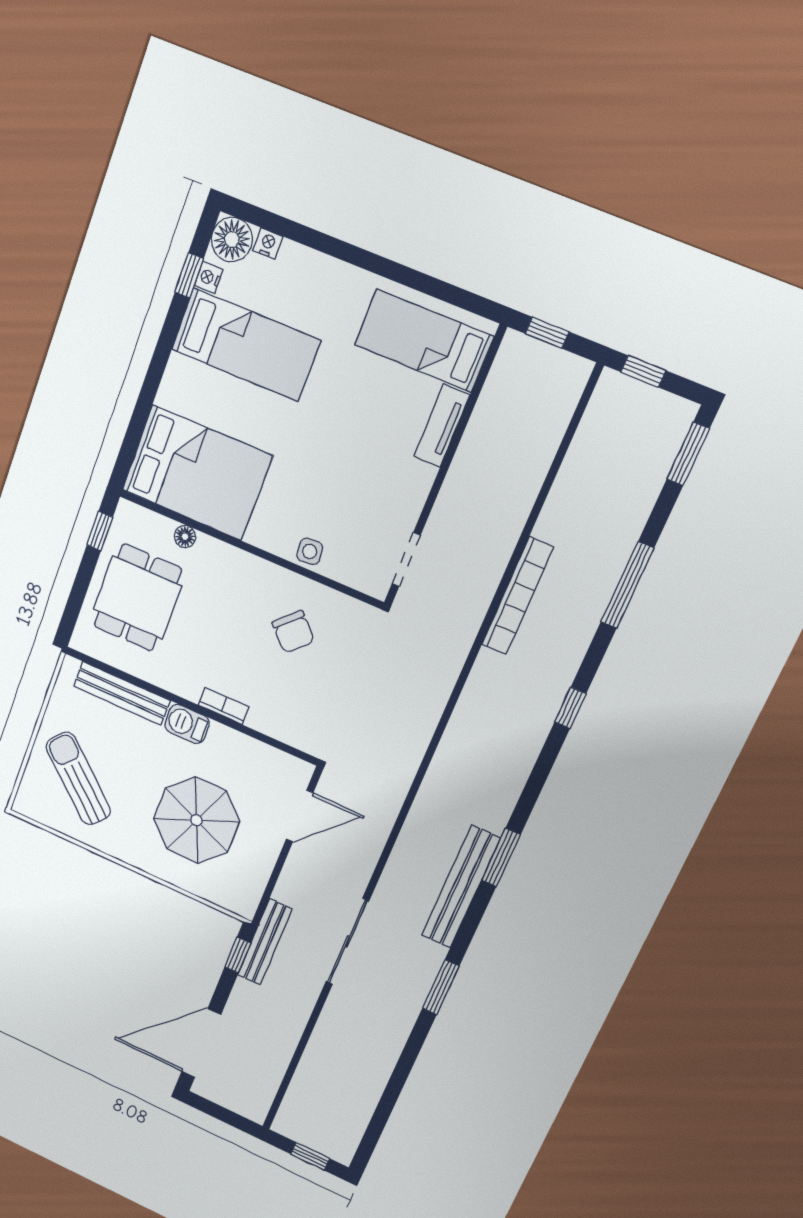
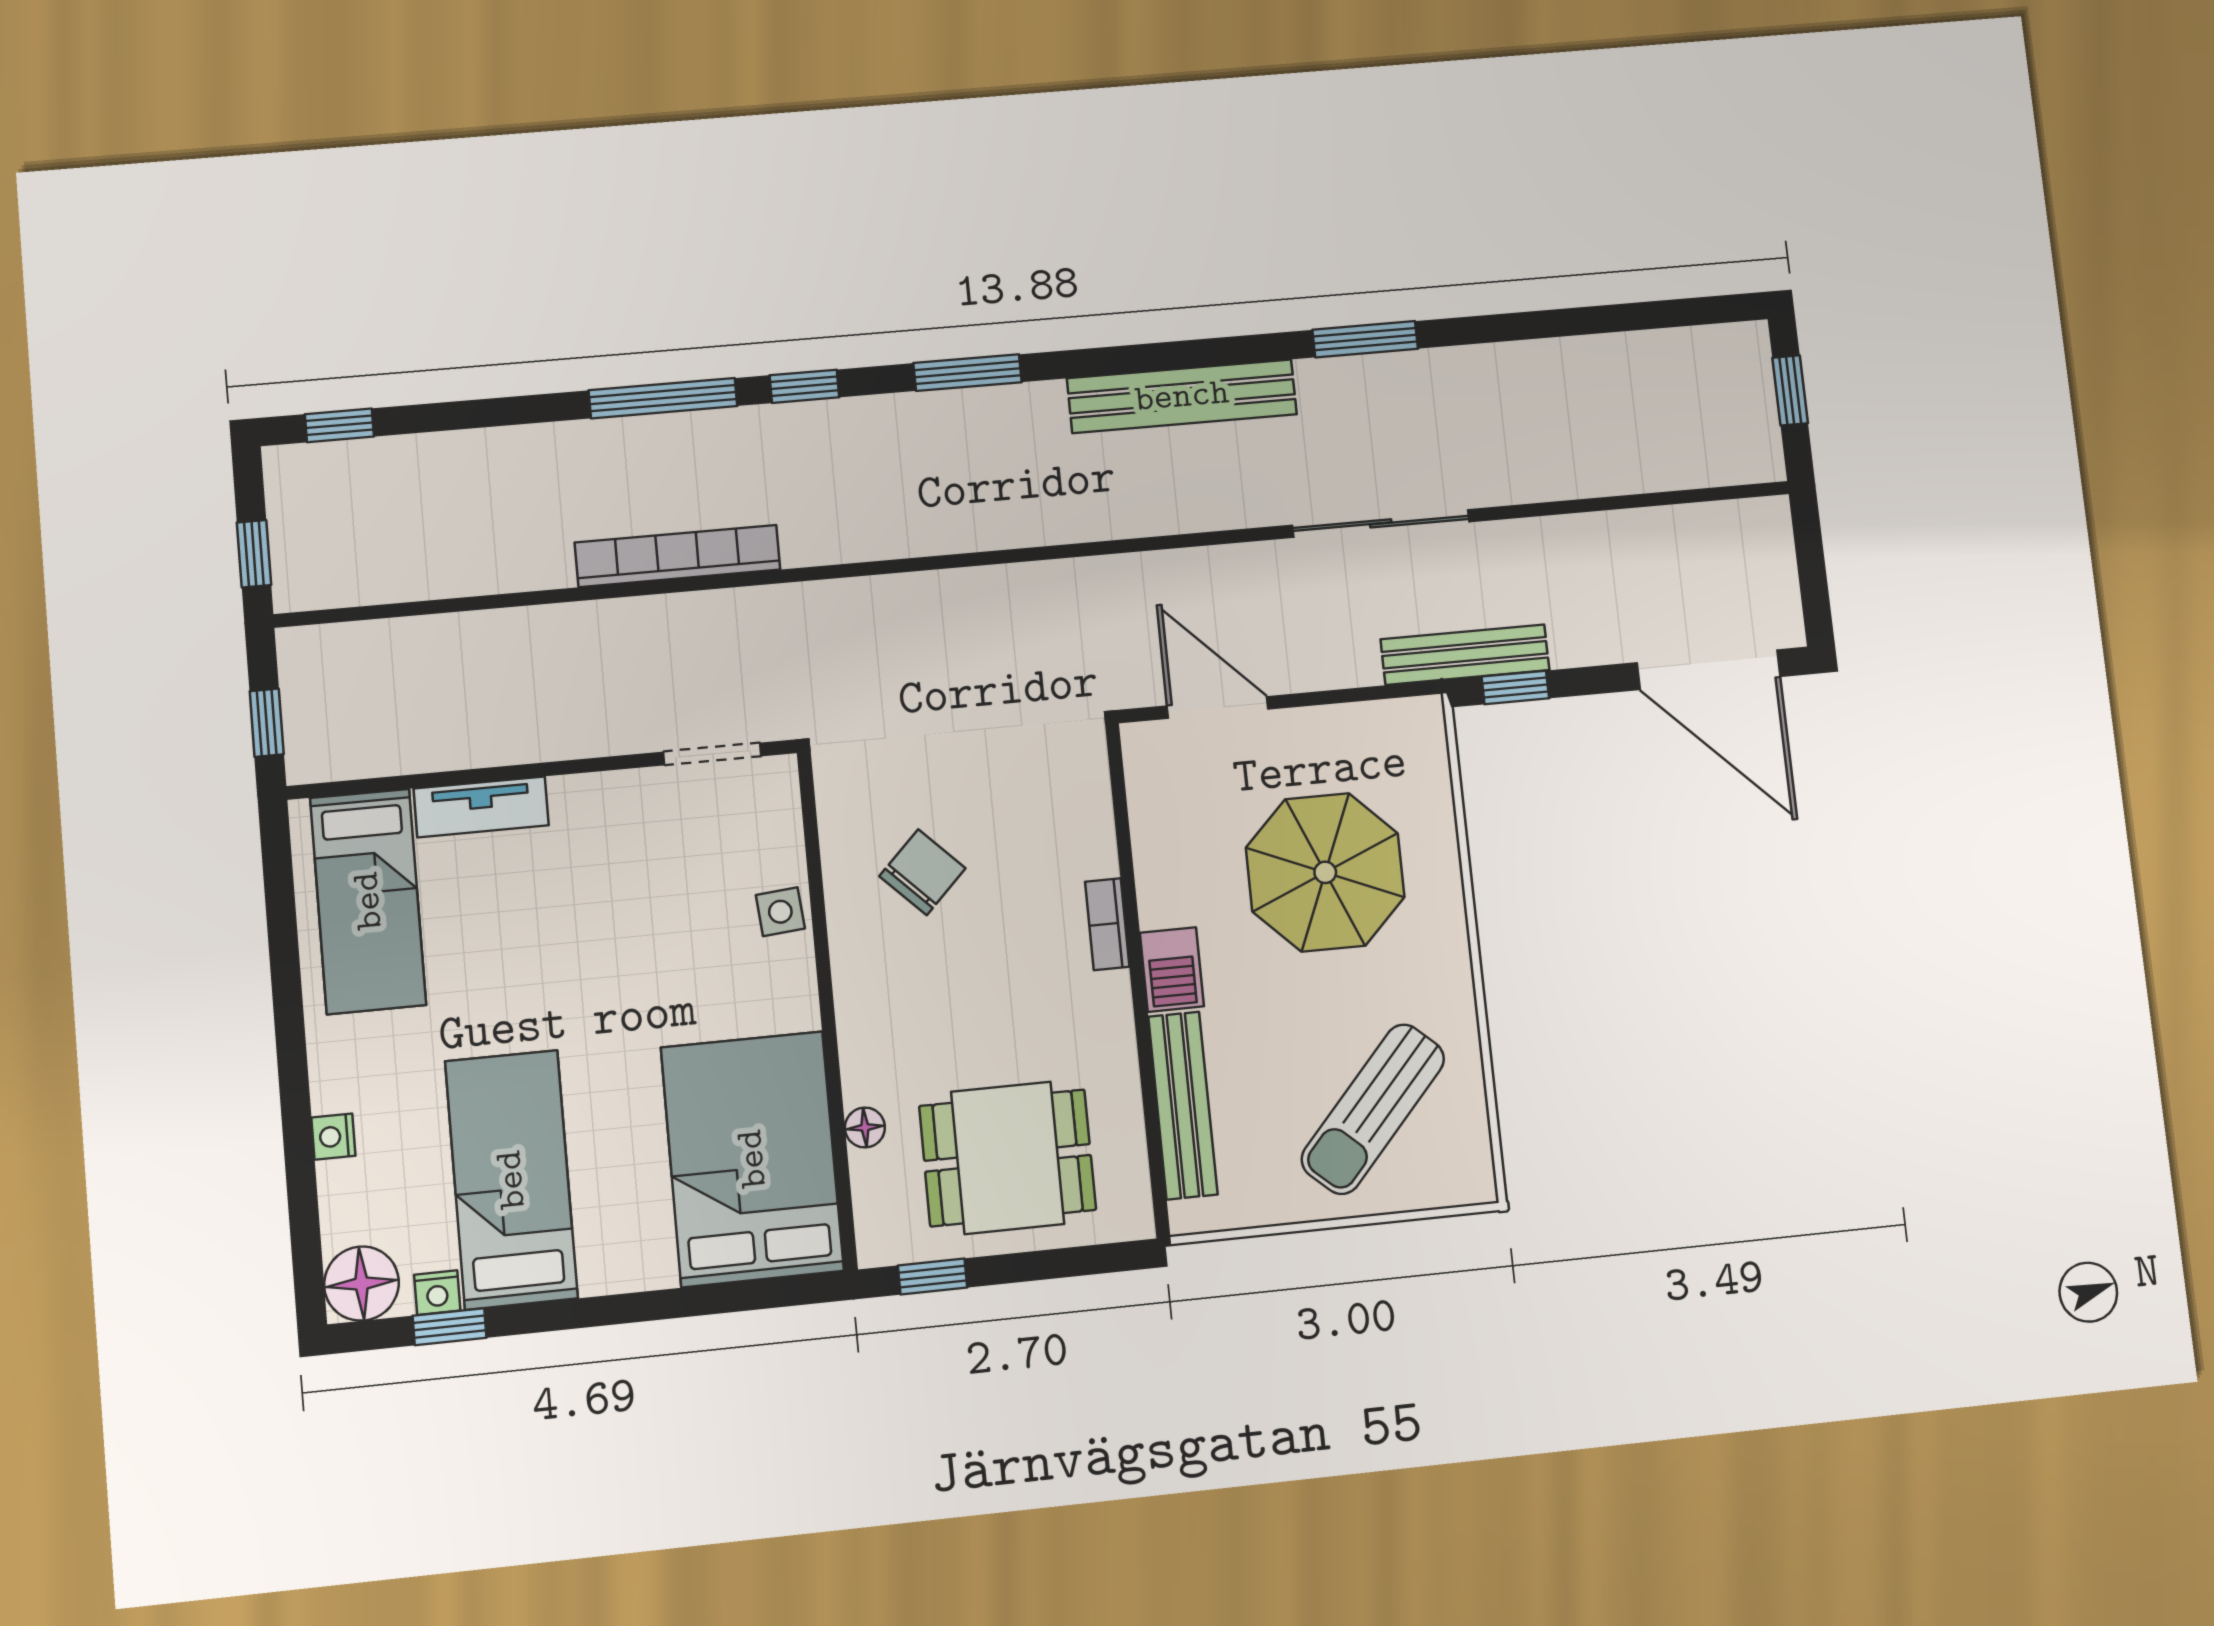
nightstand: (268, 243) -> (333, 1137), moved
window: (688, 454) -> (339, 425), width x0.67
window: (627, 585) -> (663, 398), moved
window: (501, 858) -> (968, 373), moved

